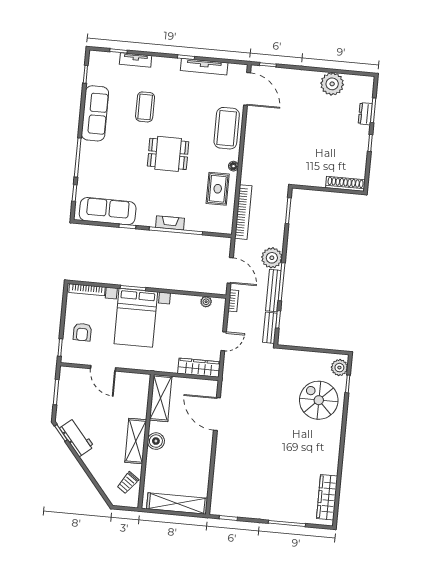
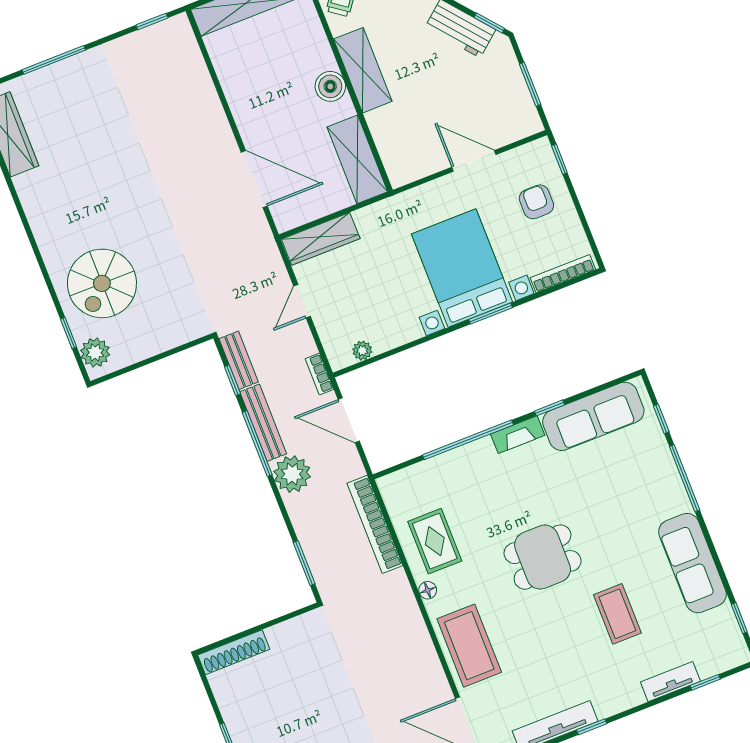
fireplace: (170, 223) -> (518, 435), moved
spiral stairs: (319, 400) -> (102, 283), turned 90

